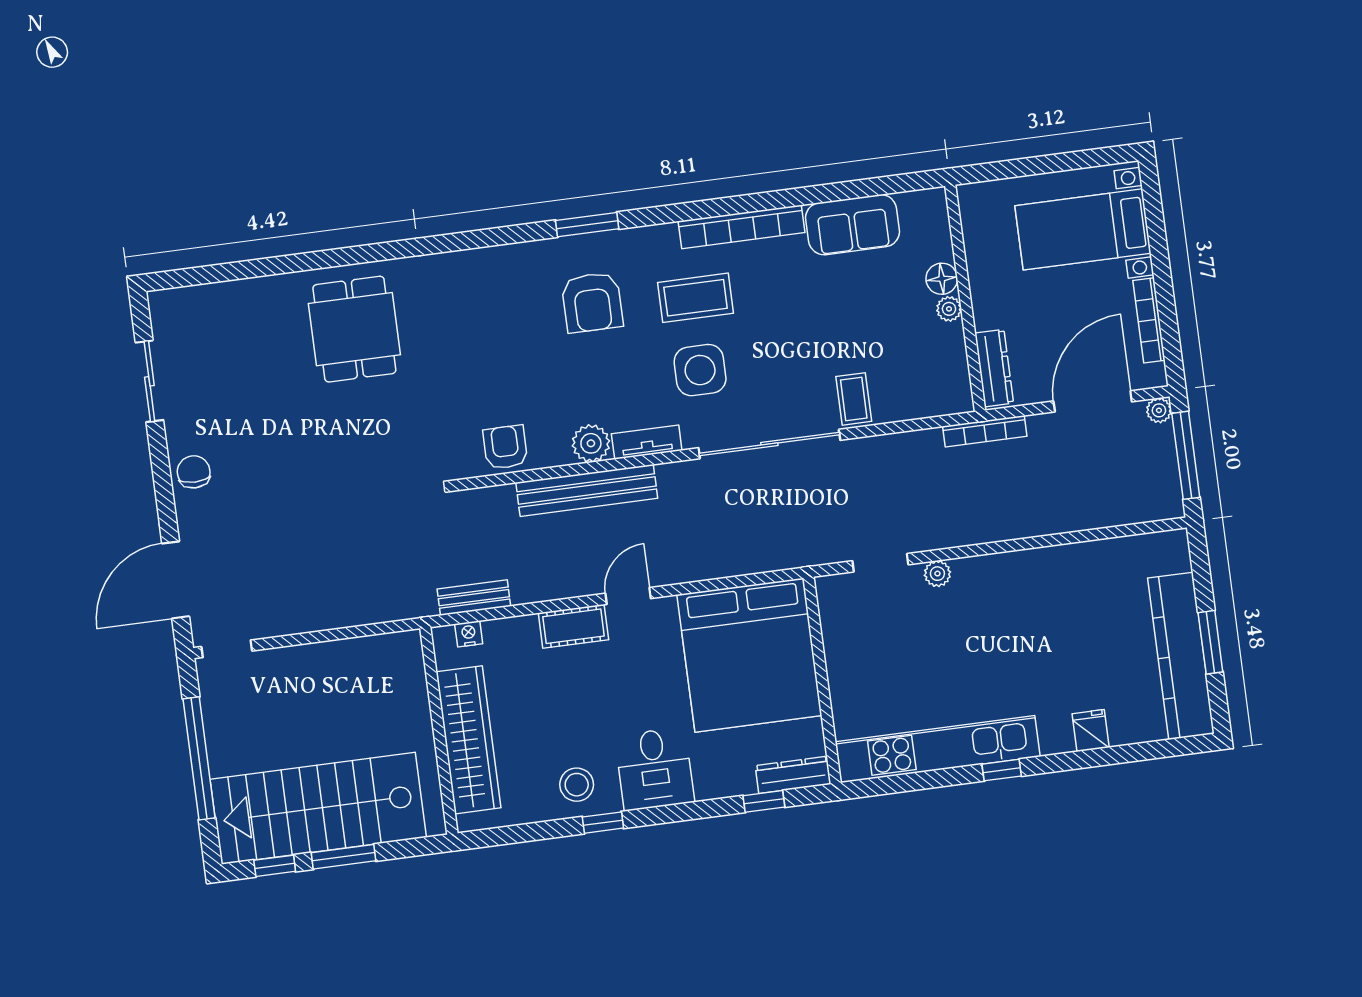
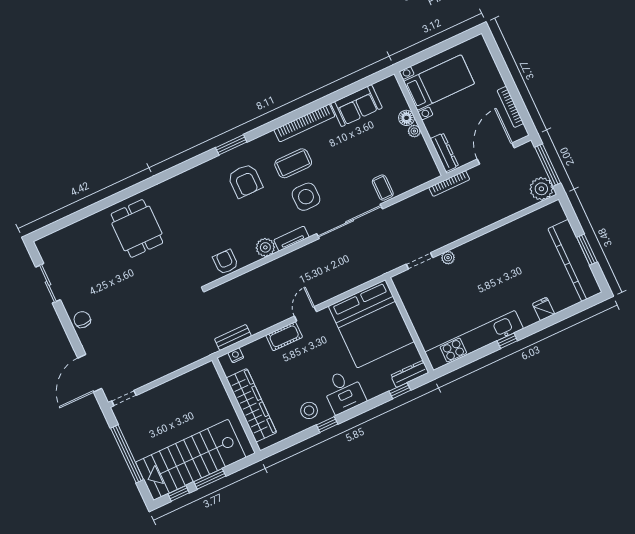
bed with nightstands: (1083, 229) -> (439, 82), moved, turned 180
plant: (1159, 410) -> (541, 189), moved, width x1.88, depth x1.88
bench: (587, 490) -> (270, 270), removed

